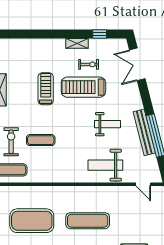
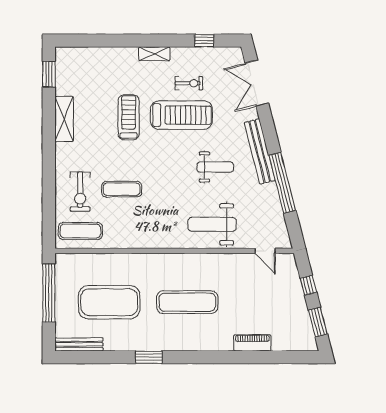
shelving: (77, 43) -> (154, 54), moved
treadmill: (83, 87) -> (181, 115), turned 180
bench: (144, 132) -> (260, 151), moved
exercise bike: (11, 142) -> (80, 192), turned 180

